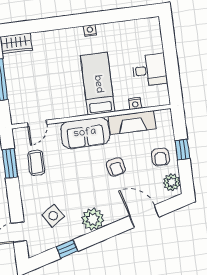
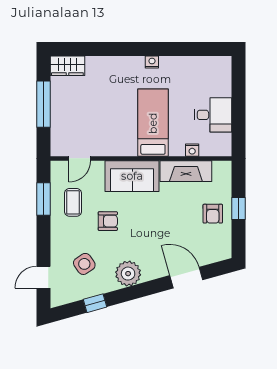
armchair: (116, 167) -> (108, 221), moved, turned -78
plant: (172, 182) -> (222, 244), removed

